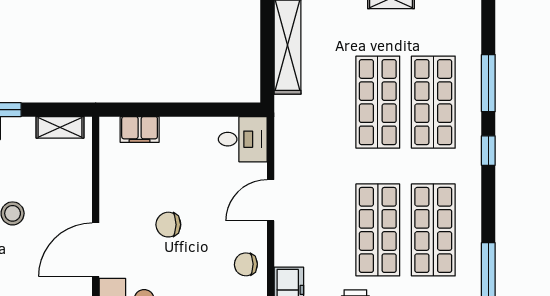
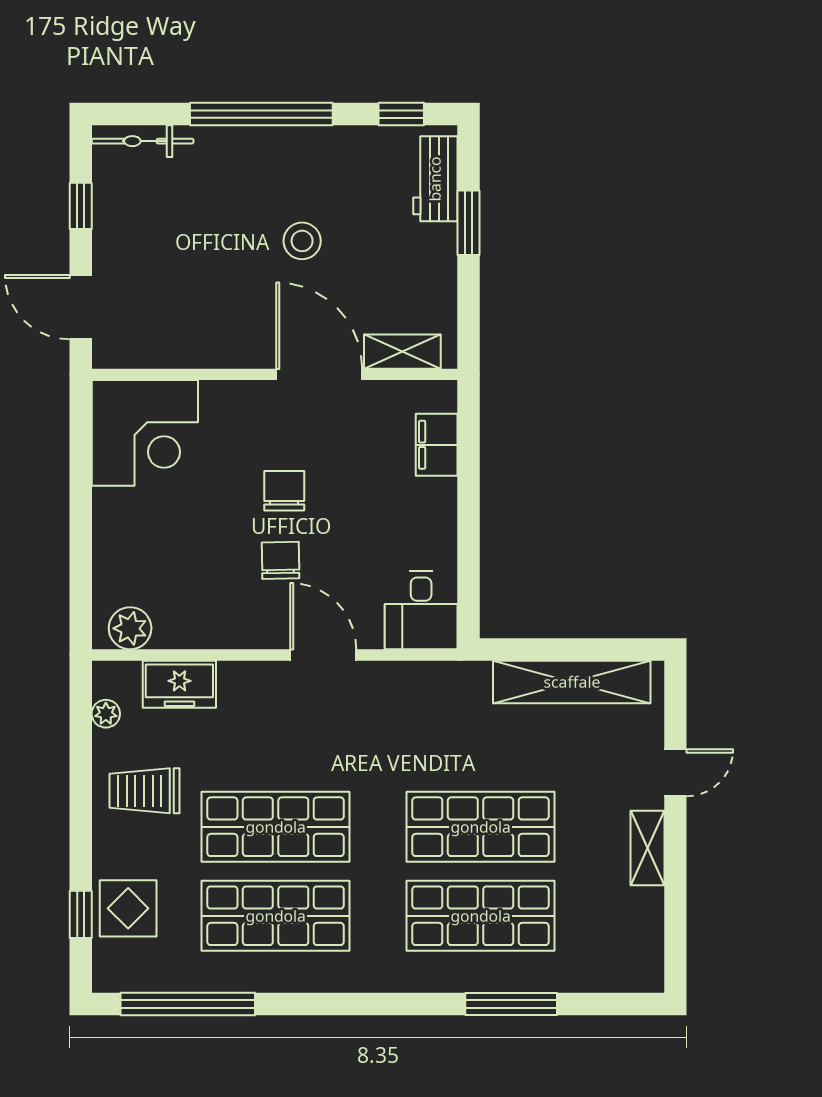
shelving: (60, 127) -> (402, 352), moved, turned 90
window: (488, 151) -> (403, 1004), removed
door: (96, 250) -> (319, 374), moved
chair: (246, 264) -> (281, 560), moved

